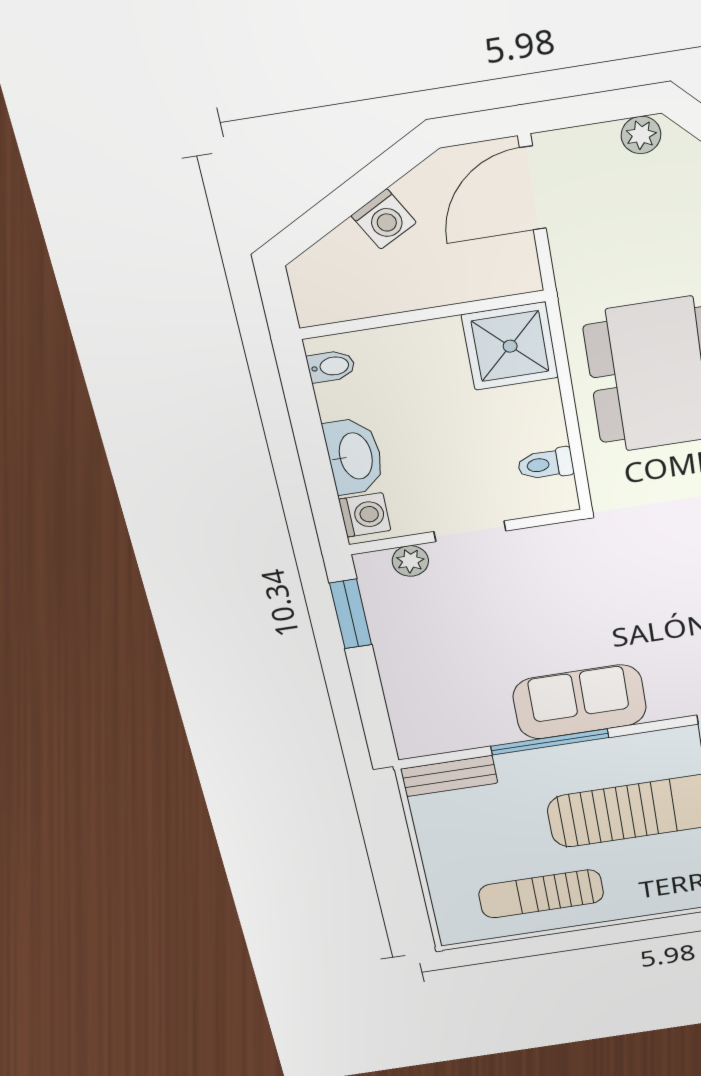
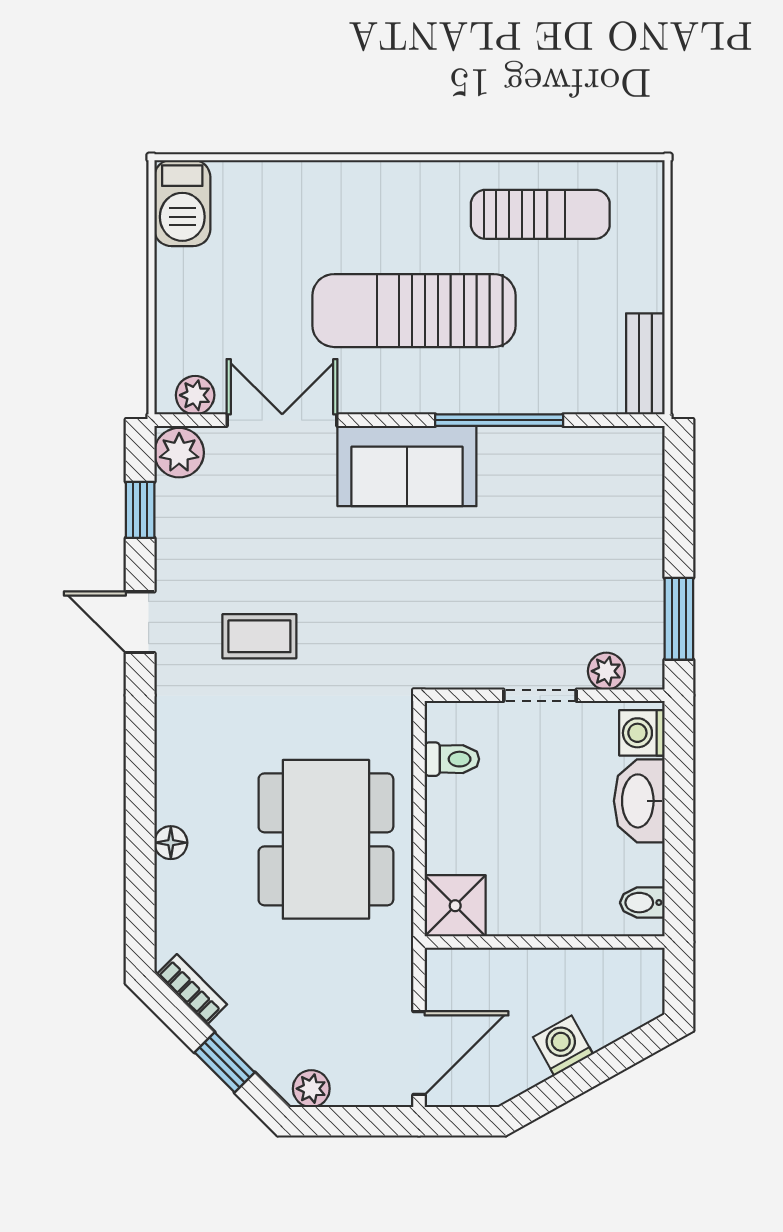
shower: (510, 346) -> (455, 906), width x0.73, depth x0.73
sofa: (580, 702) -> (407, 466), moved
bench: (449, 776) -> (645, 364), moved, turned 90

